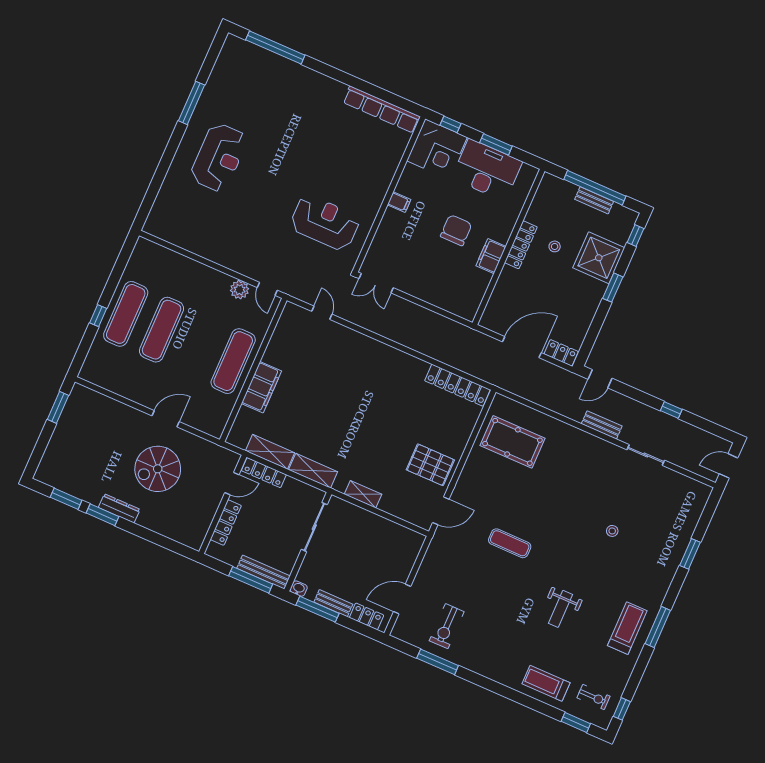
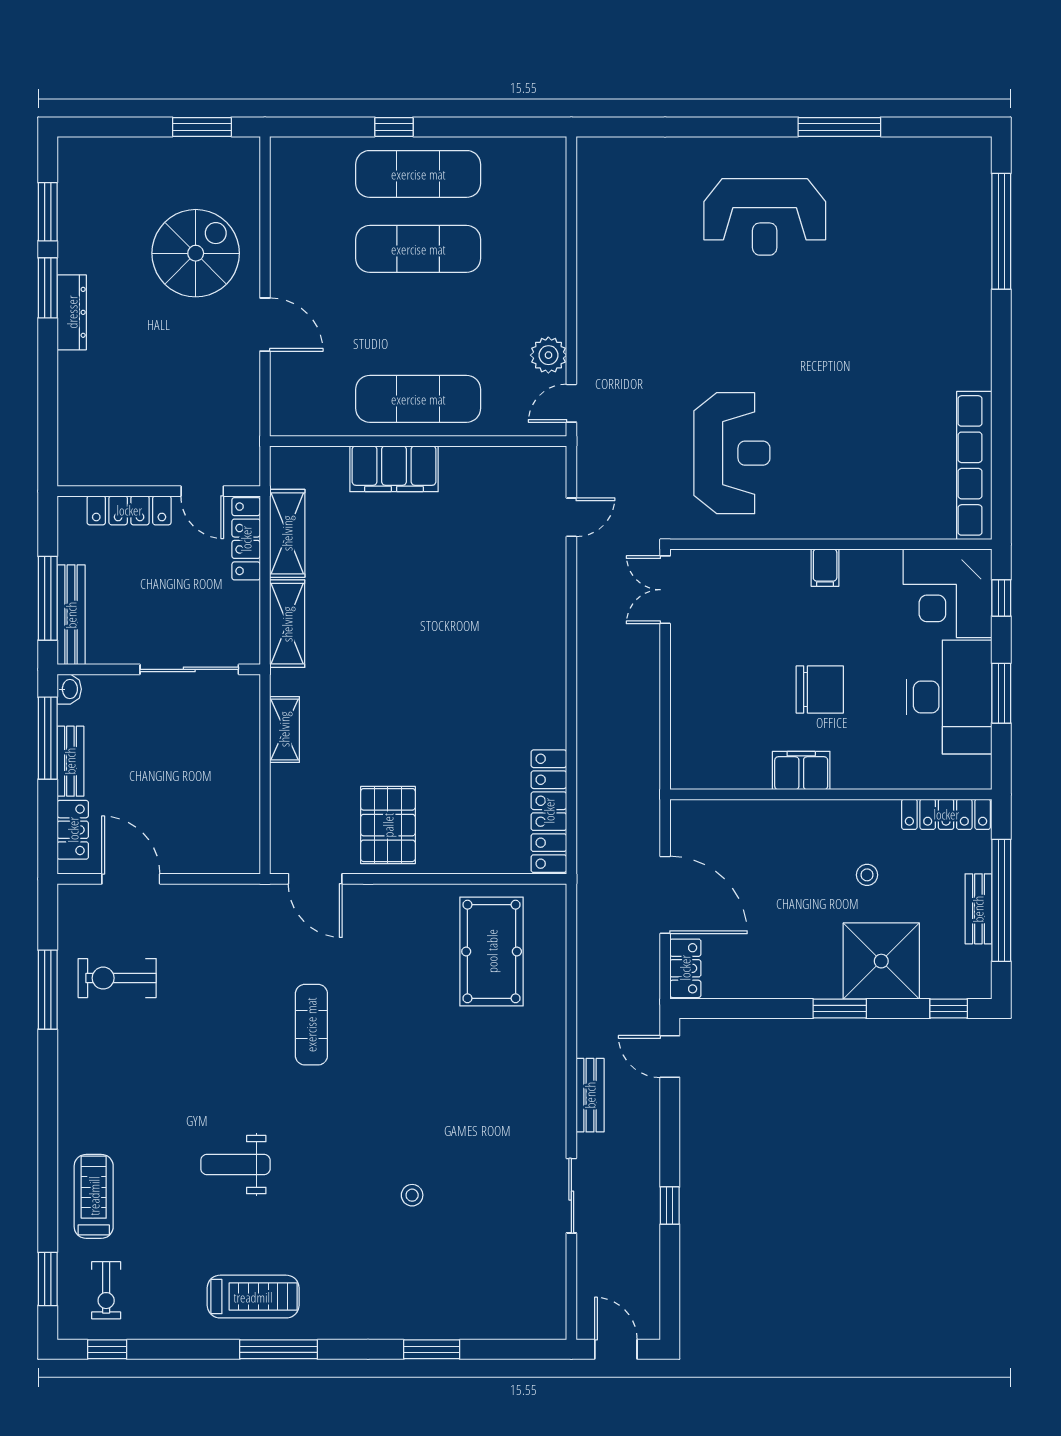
locker: (521, 245) -> (946, 814), moved
spiral stairs: (158, 469) -> (196, 253), moved, turned 90

